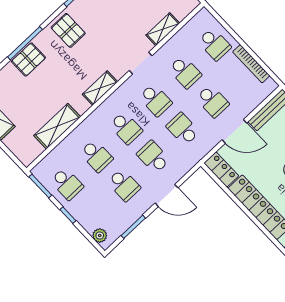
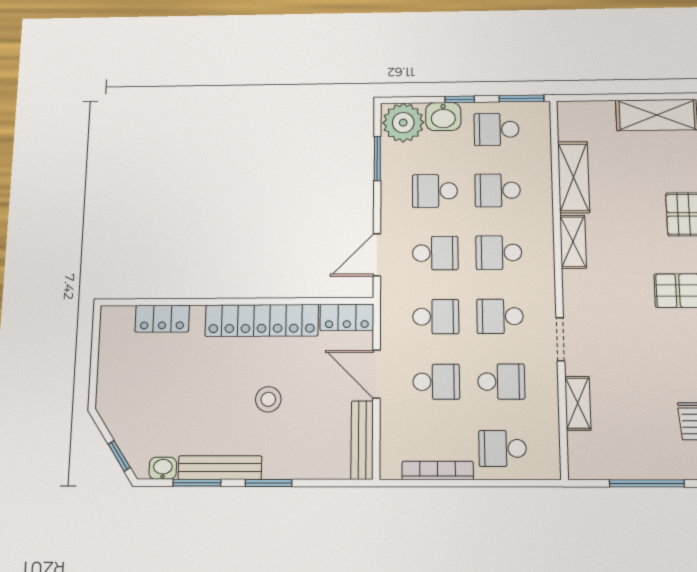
school desk: (185, 72) -> (501, 382), turned 180
shelving: (100, 88) -> (573, 242), moved
school desk: (212, 101) -> (436, 382), turned 180
door: (234, 131) -> (377, 374), hinge flipped
door: (167, 195) -> (377, 255), moved
washbasin: (84, 215) -> (443, 117), added
plant: (100, 236) -> (403, 123), width x1.87, depth x1.87

